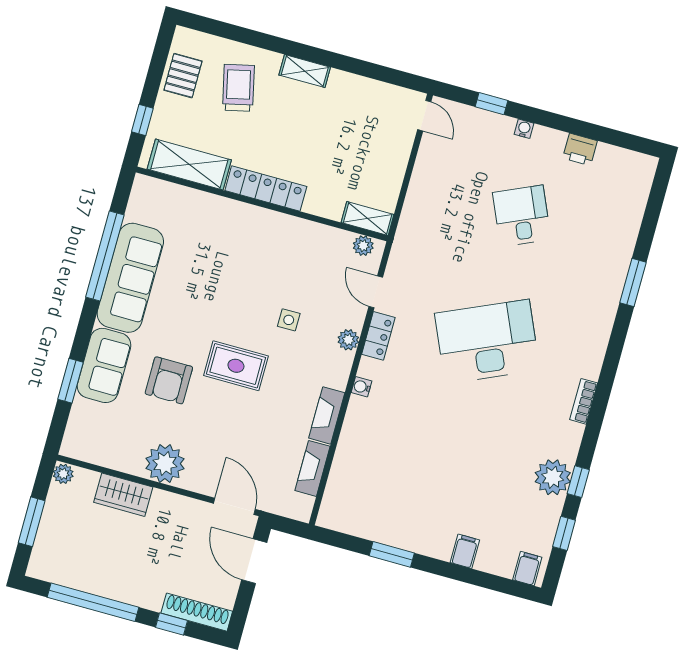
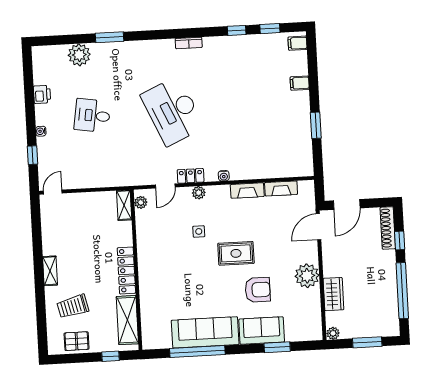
desk: (522, 216) -> (92, 115), turned 33
rug: (236, 366) -> (236, 253), turned 90
plant: (553, 477) -> (79, 55), moved

